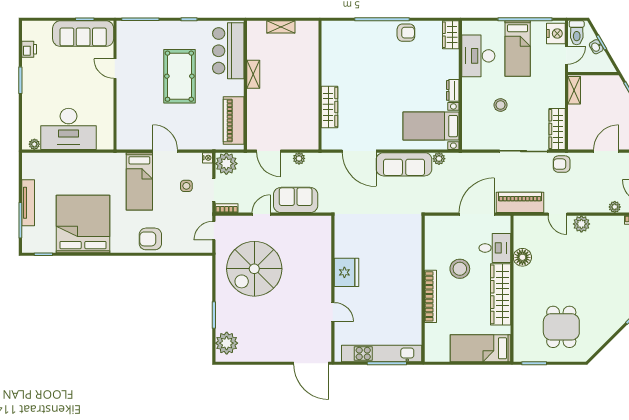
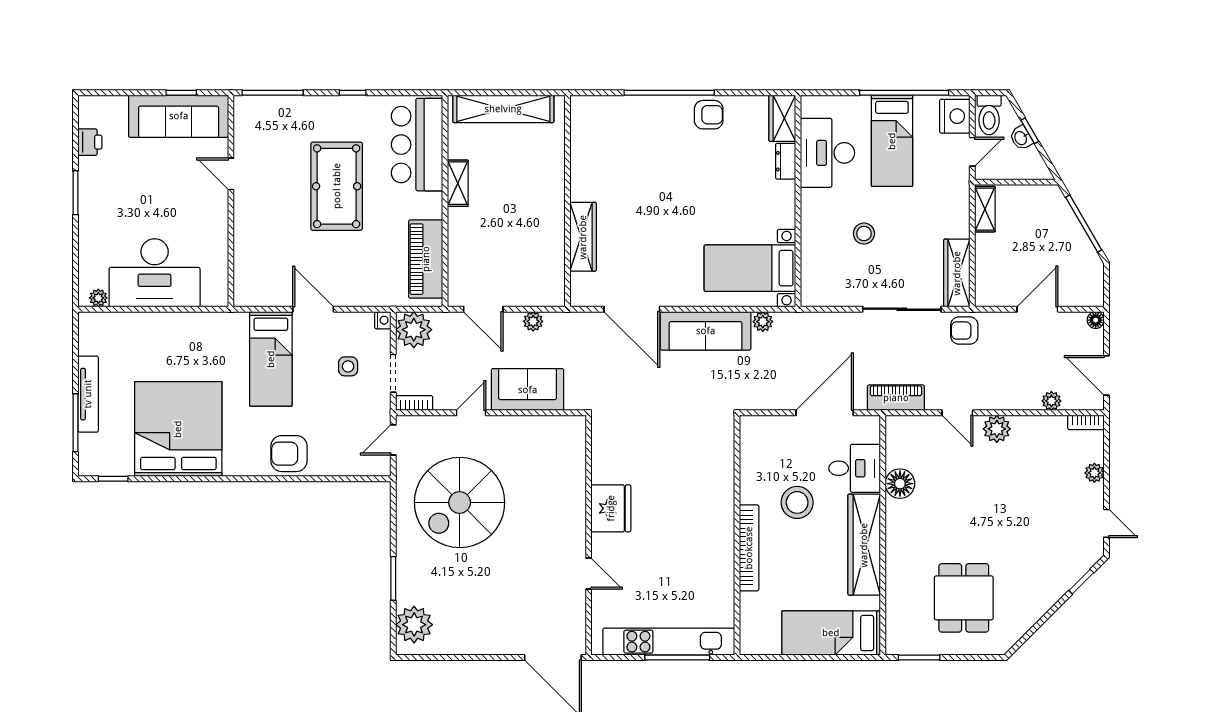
shelving: (281, 27) -> (503, 109), width x2.20, depth x1.33
dresser: (453, 90) -> (786, 161), moved
piano: (520, 202) -> (896, 398), width x0.73, depth x0.75

